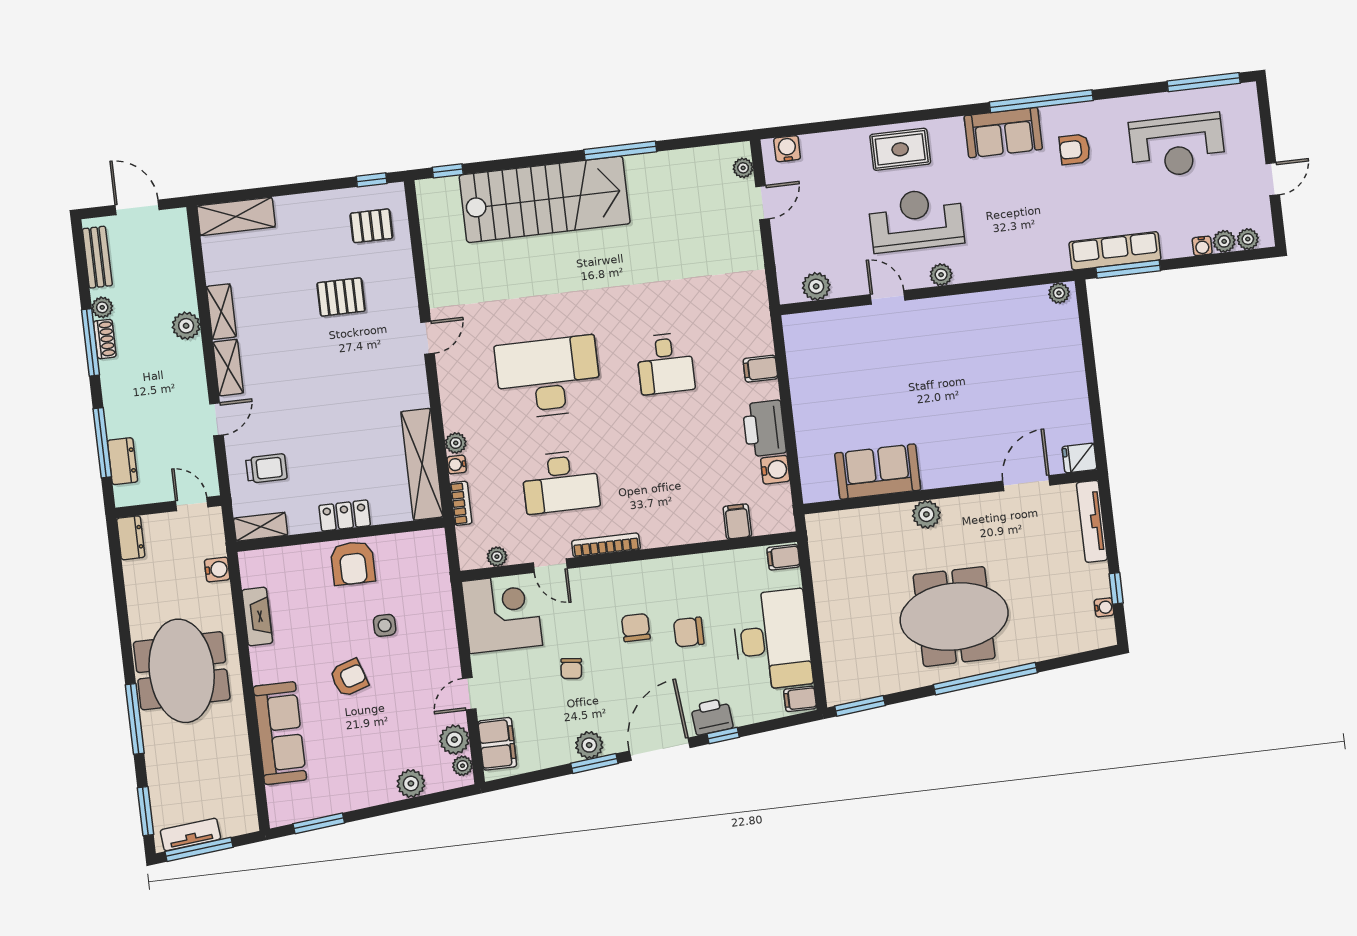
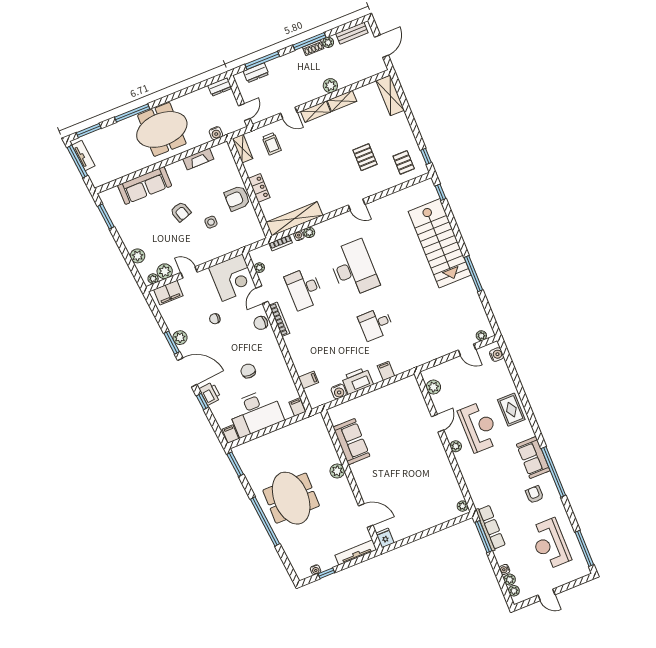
chair: (636, 628) -> (261, 323), moved, turned 180

